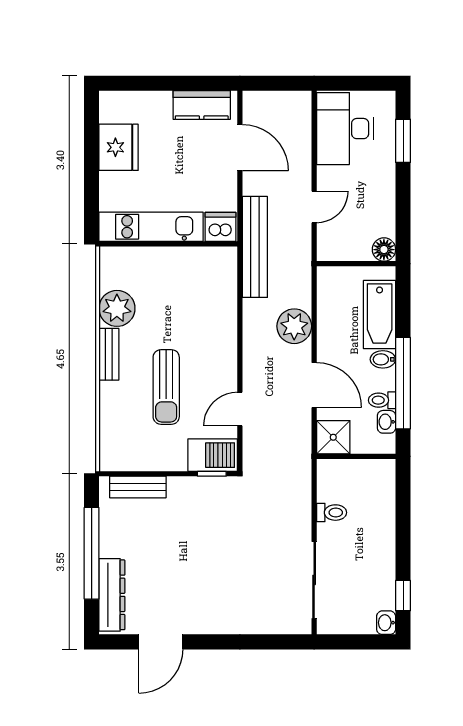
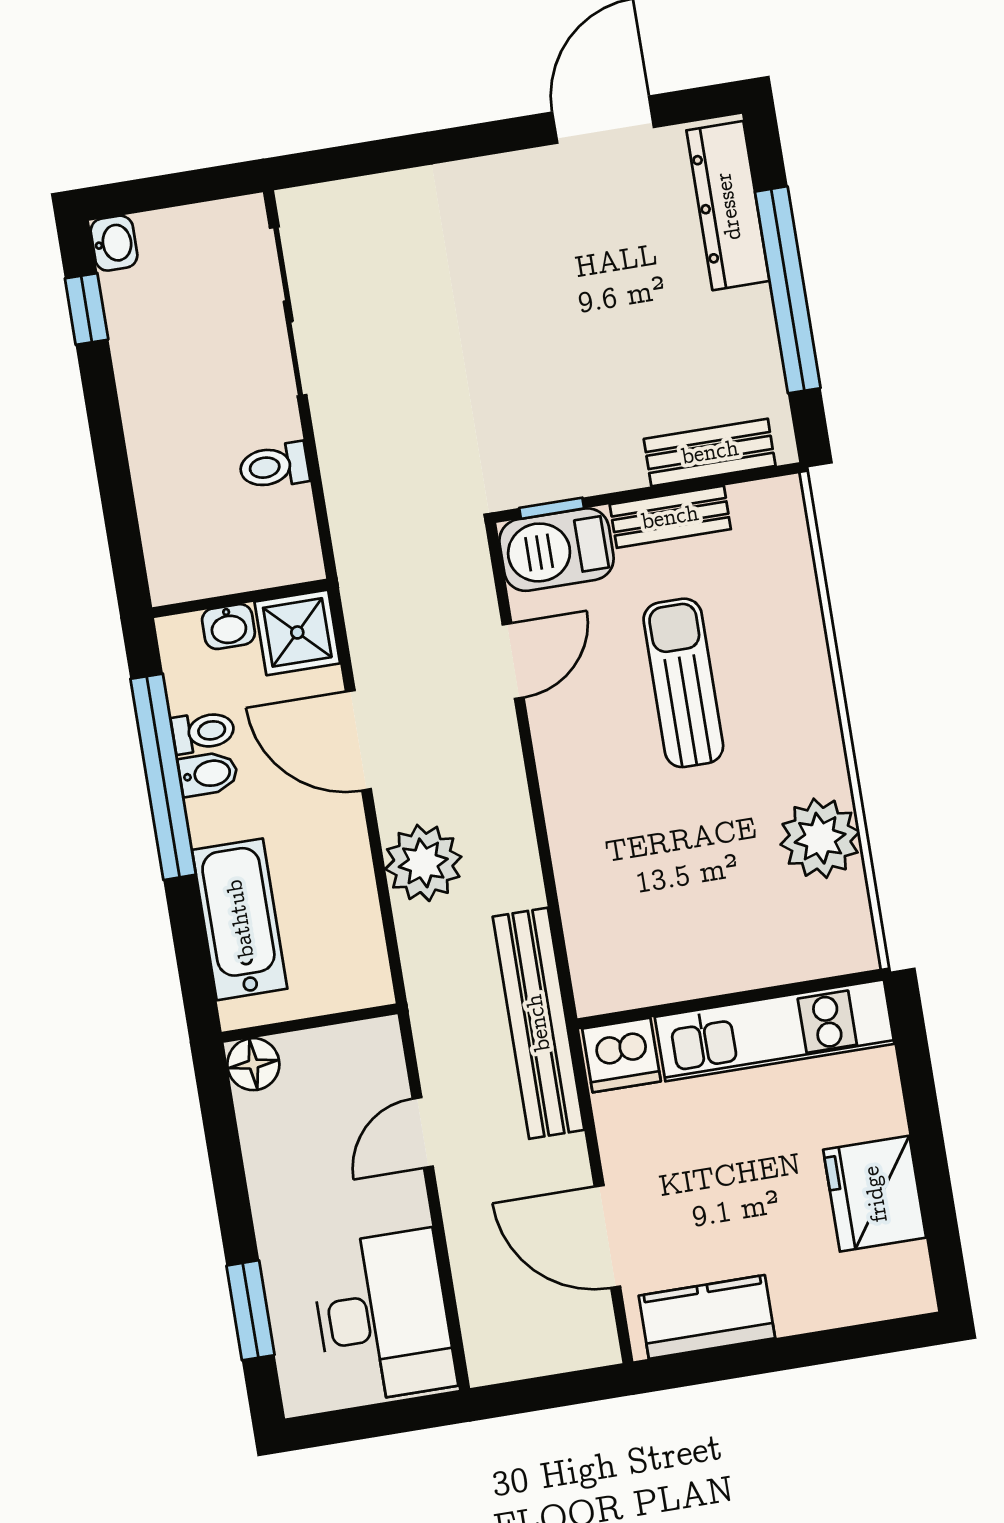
bench: (109, 354) -> (670, 517), moved, turned 90
bidet: (383, 359) -> (208, 774), moved
washbasin: (386, 422) -> (228, 627), moved, turned 90

